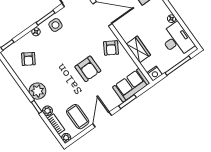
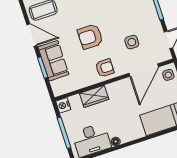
side table: (55, 25) -> (132, 42), moved
armchair: (111, 48) -> (105, 68), turned 149
sofa: (131, 85) -> (53, 61), moved

